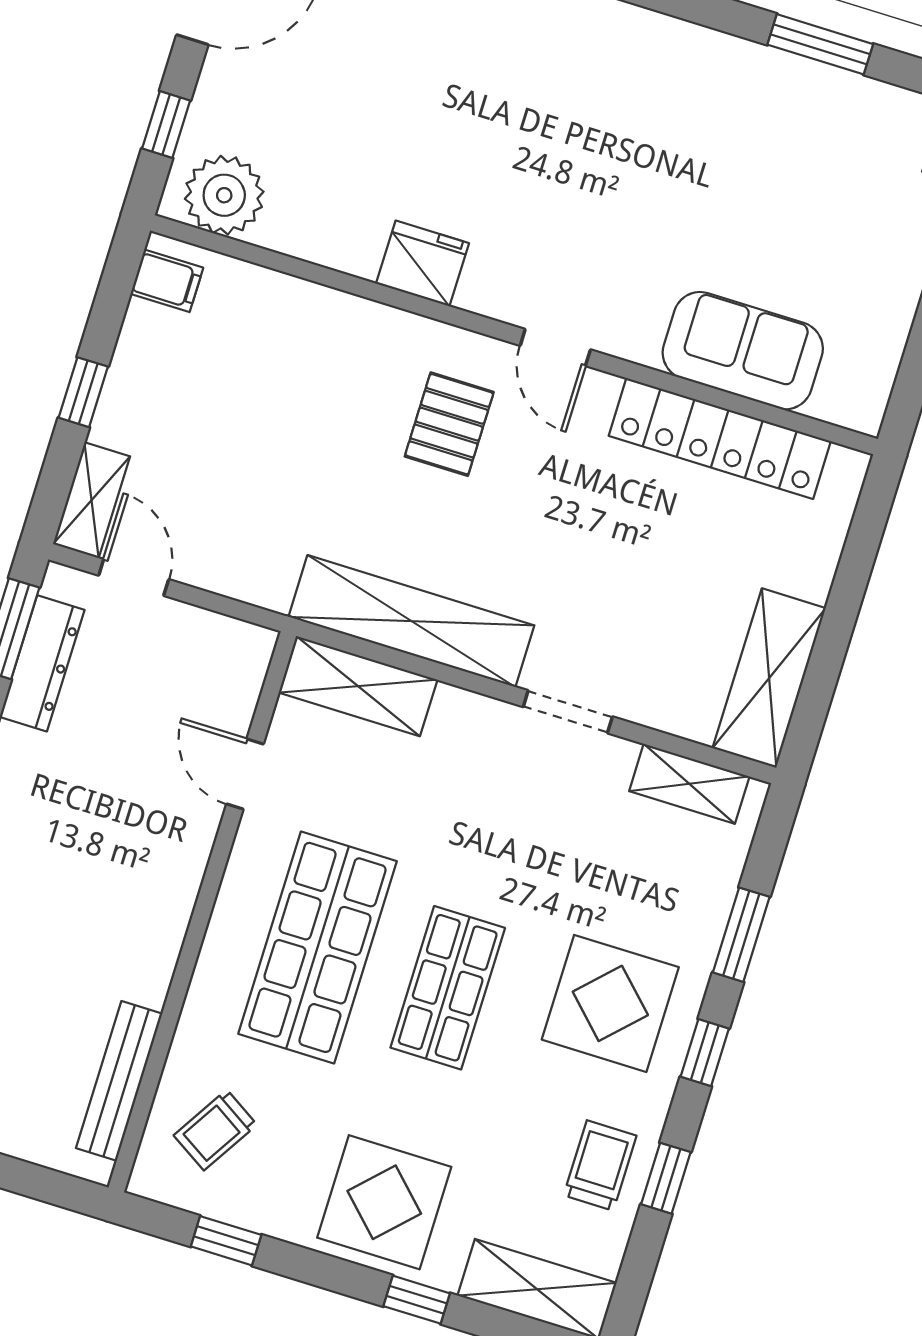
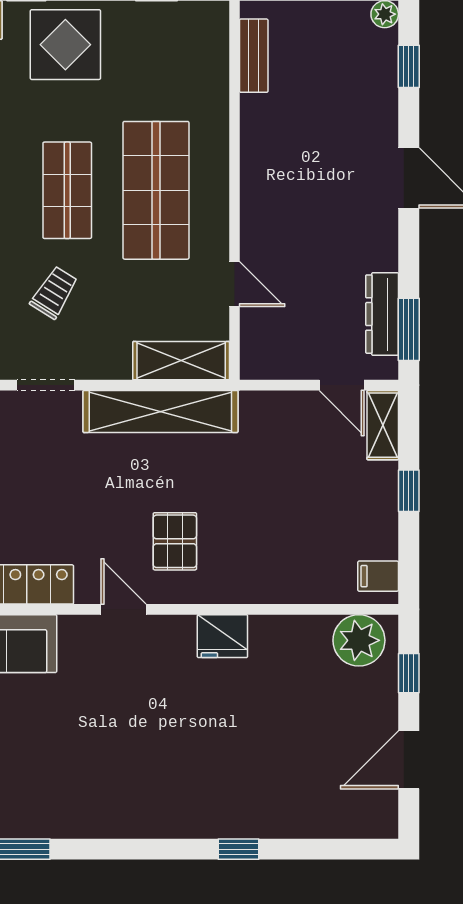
bench: (119, 1081) -> (254, 56), width x0.73
trolley: (215, 1130) -> (54, 292), moved

